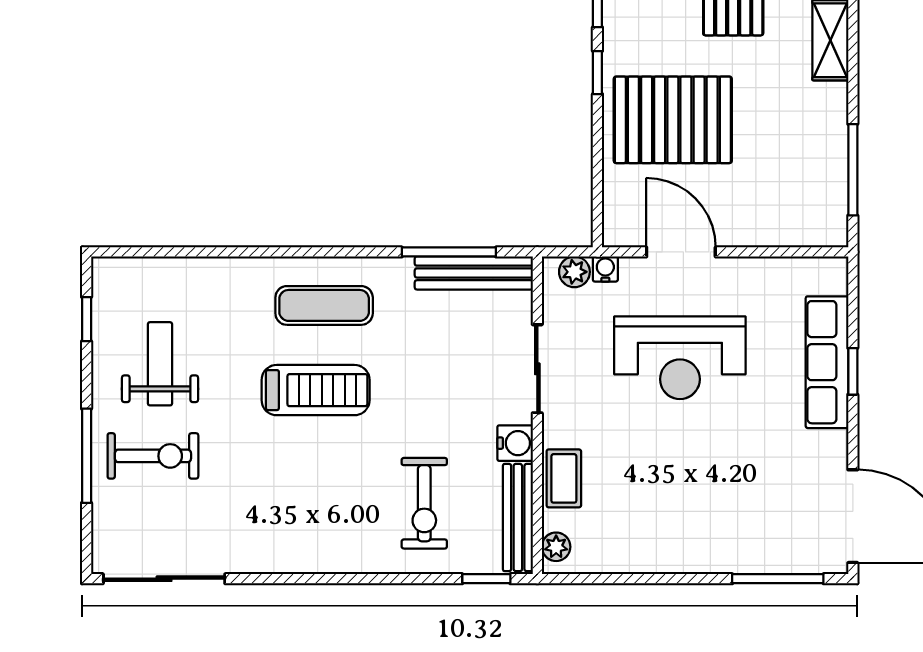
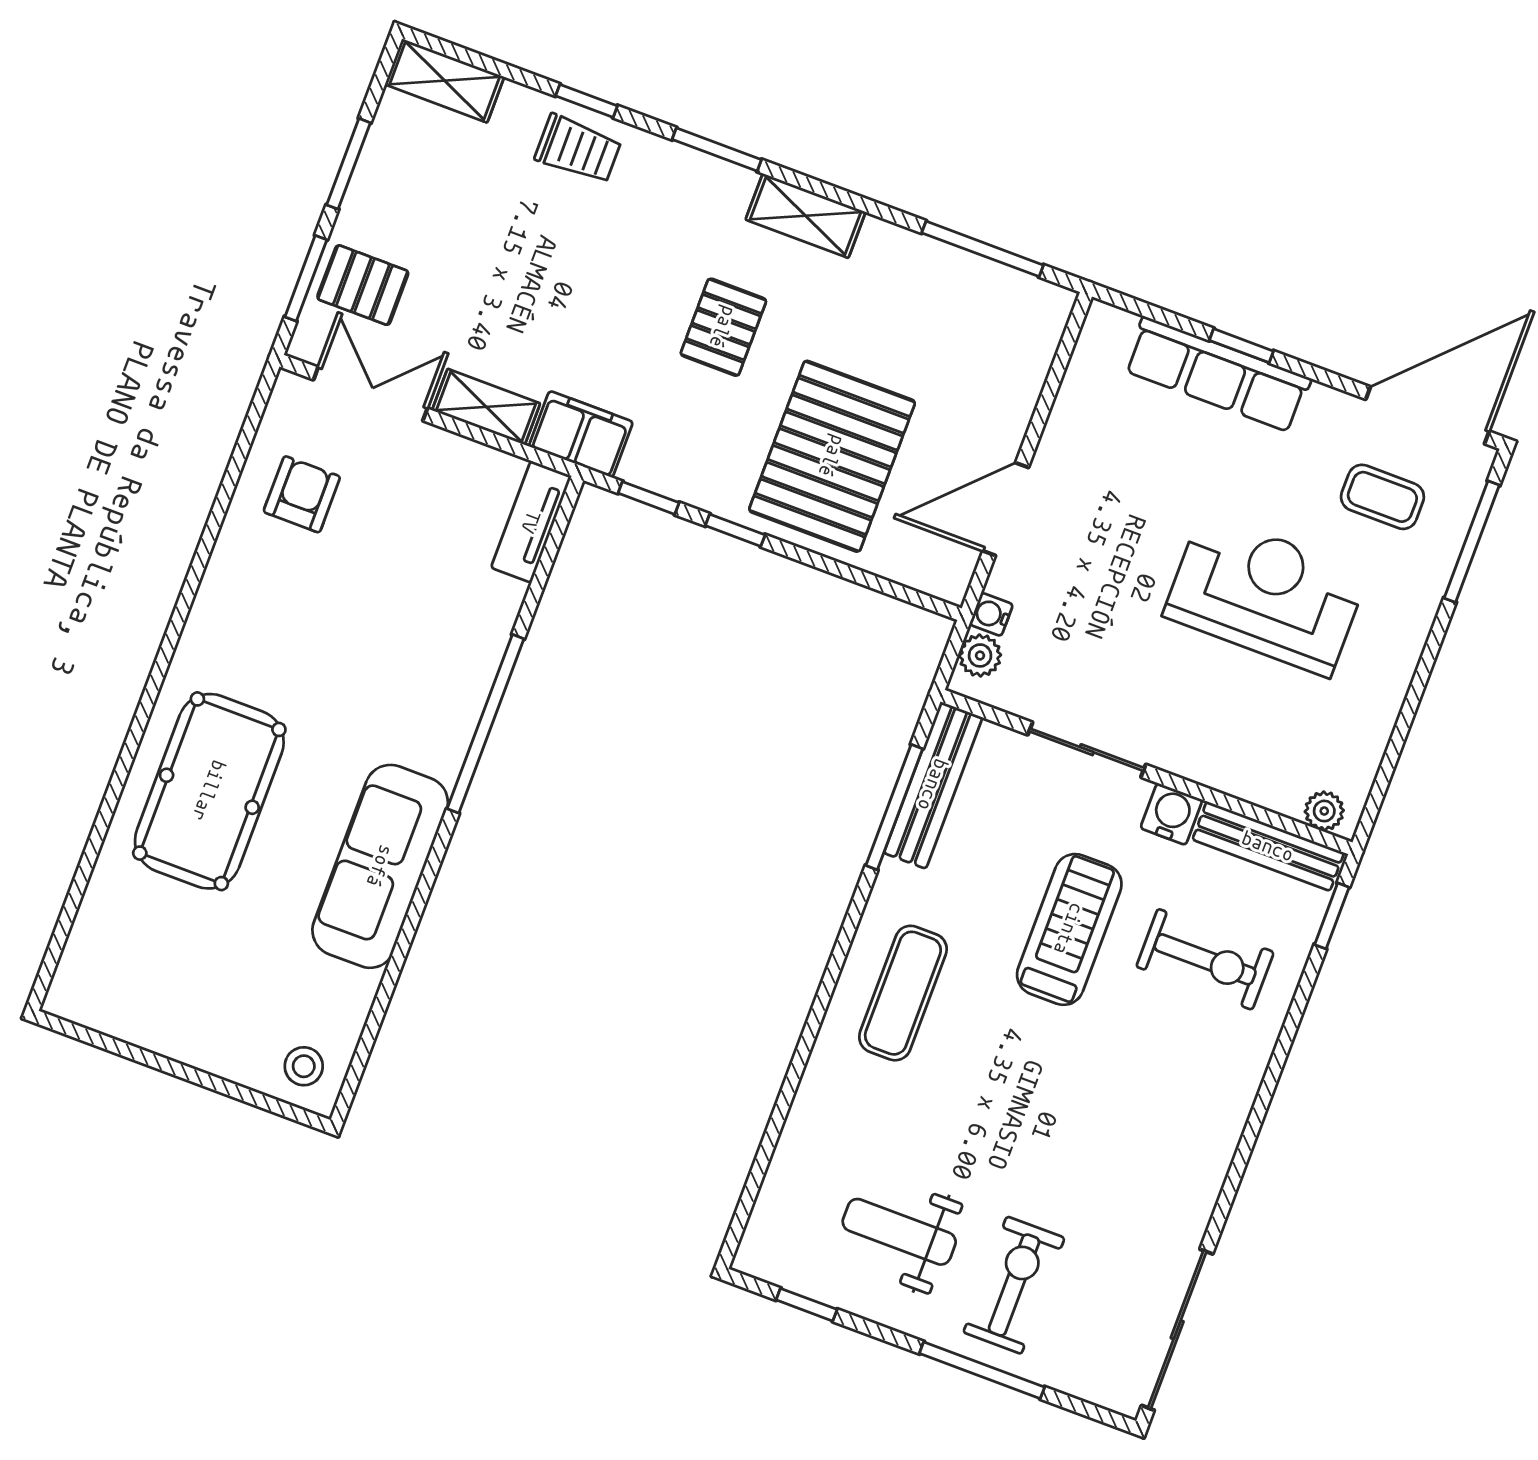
reception desk: (680, 358) -> (1266, 594), moved, turned -90
treadmill: (316, 390) -> (1069, 929), moved
coffee table: (564, 478) -> (1382, 497), moved

